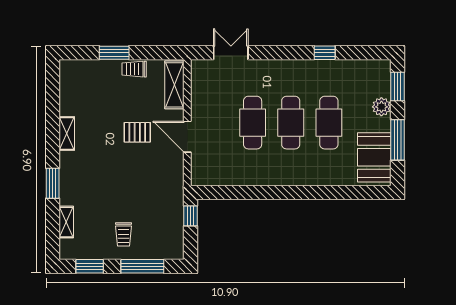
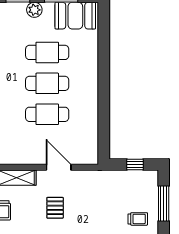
door: (187, 137) -> (59, 167), swing flipped
window: (191, 216) -> (135, 165), moved

